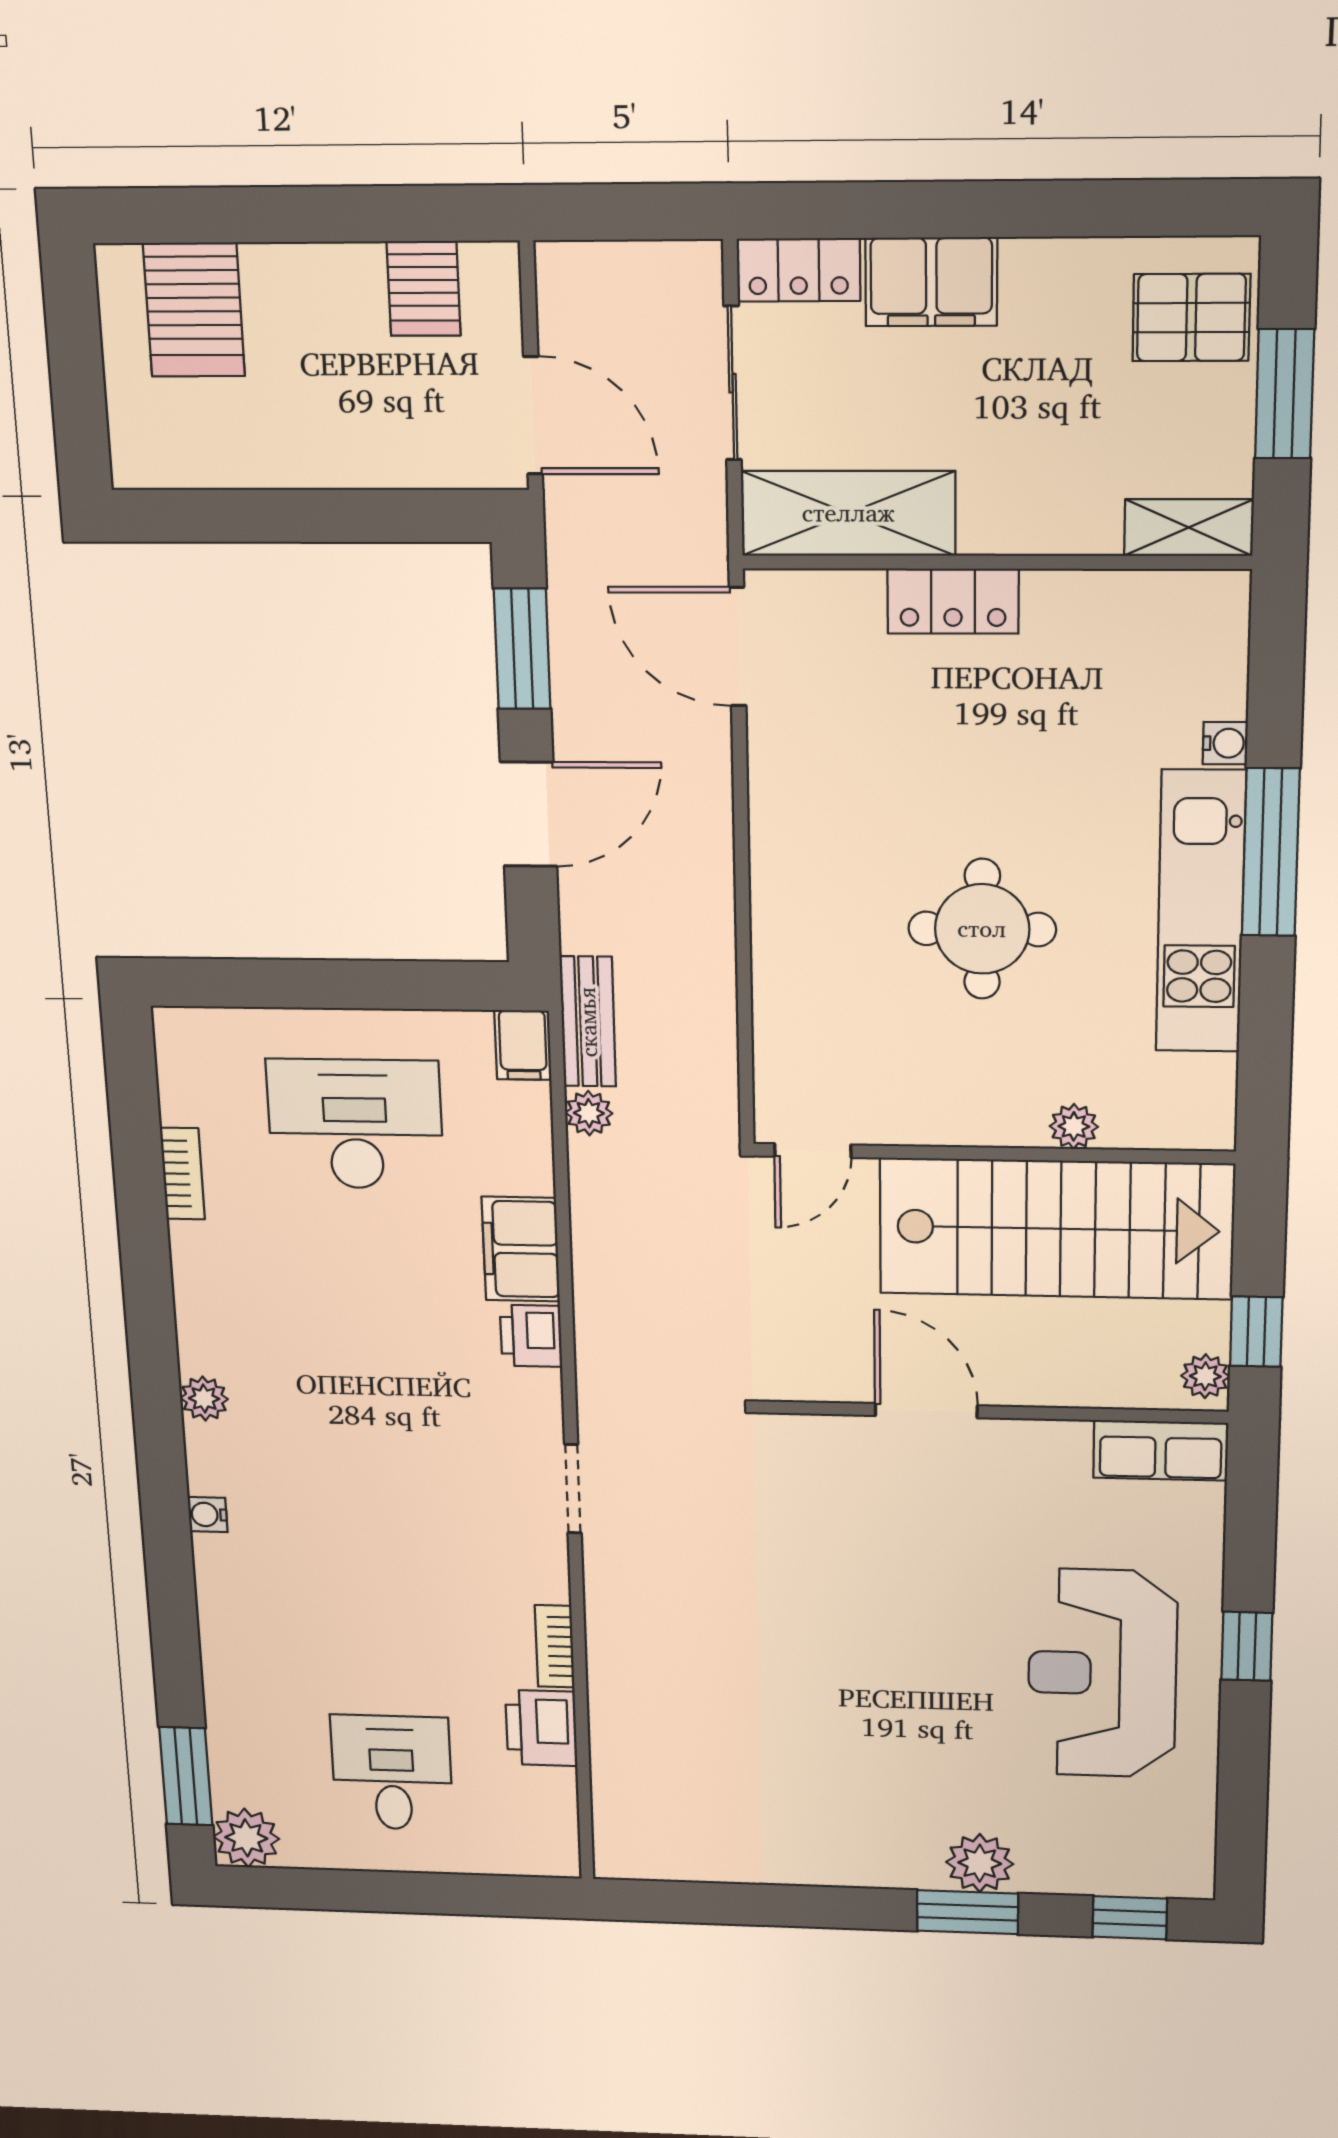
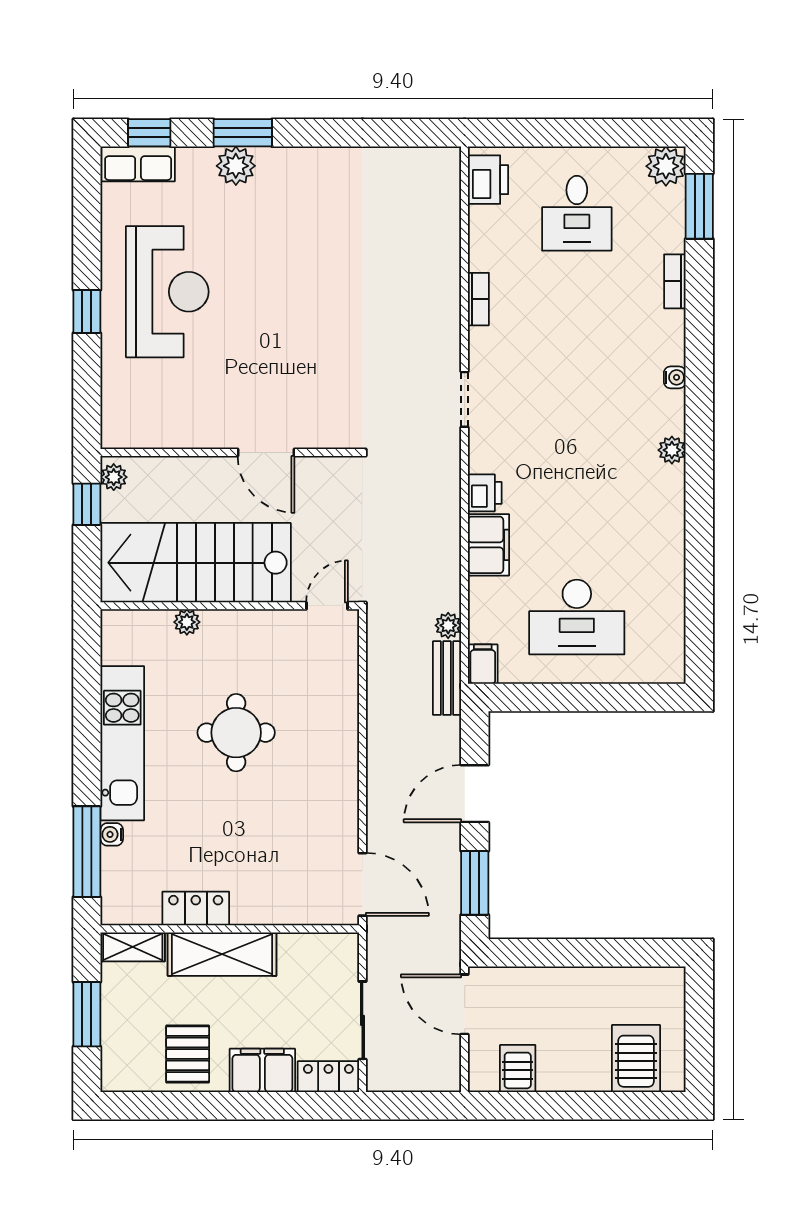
pallet: (1191, 318) -> (188, 1054), moved, turned 90
shelving: (848, 513) -> (222, 954), moved
locker: (953, 601) -> (196, 909), moved
window: (1271, 852) -> (87, 852), moved
bookcase: (182, 1174) -> (675, 281), moved
row of seats: (1161, 1450) -> (138, 164), moved, turned 180
printer: (541, 1728) -> (488, 180), moved

